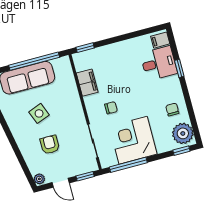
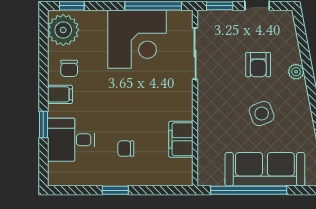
filing cabinet: (160, 40) -> (60, 94), moved
window: (85, 48) -> (115, 190), moved
chair: (111, 108) -> (126, 149), moved
plant: (39, 179) -> (296, 72), moved

